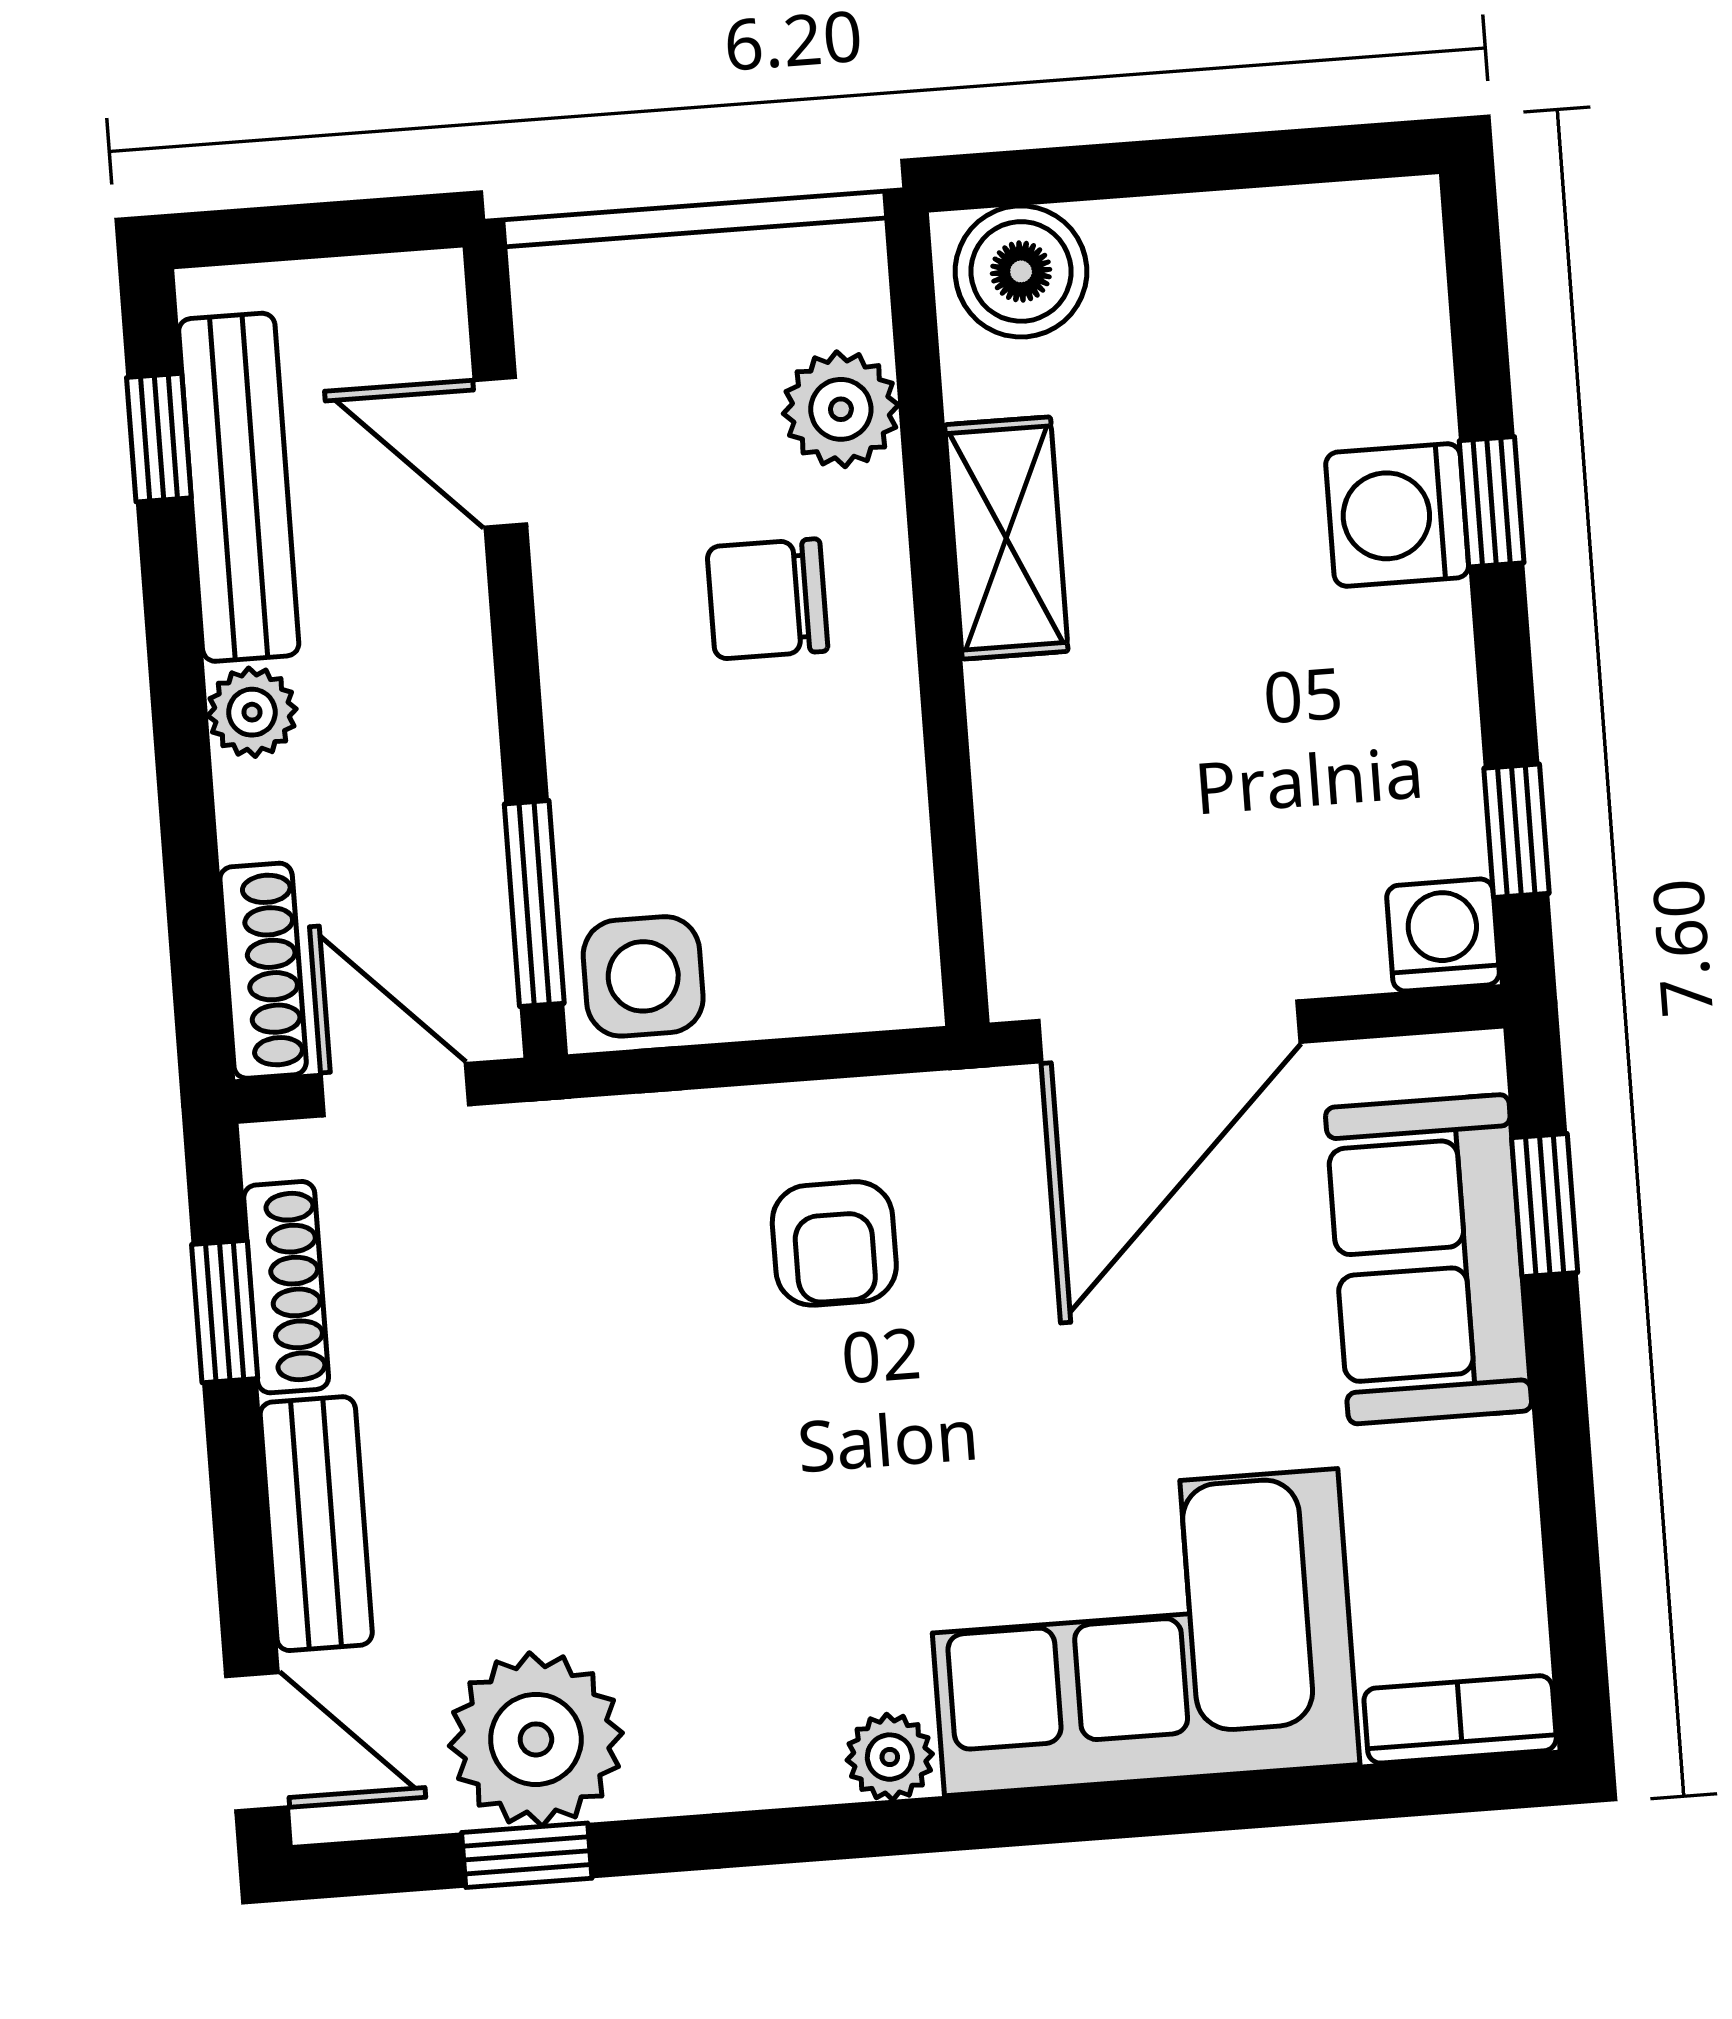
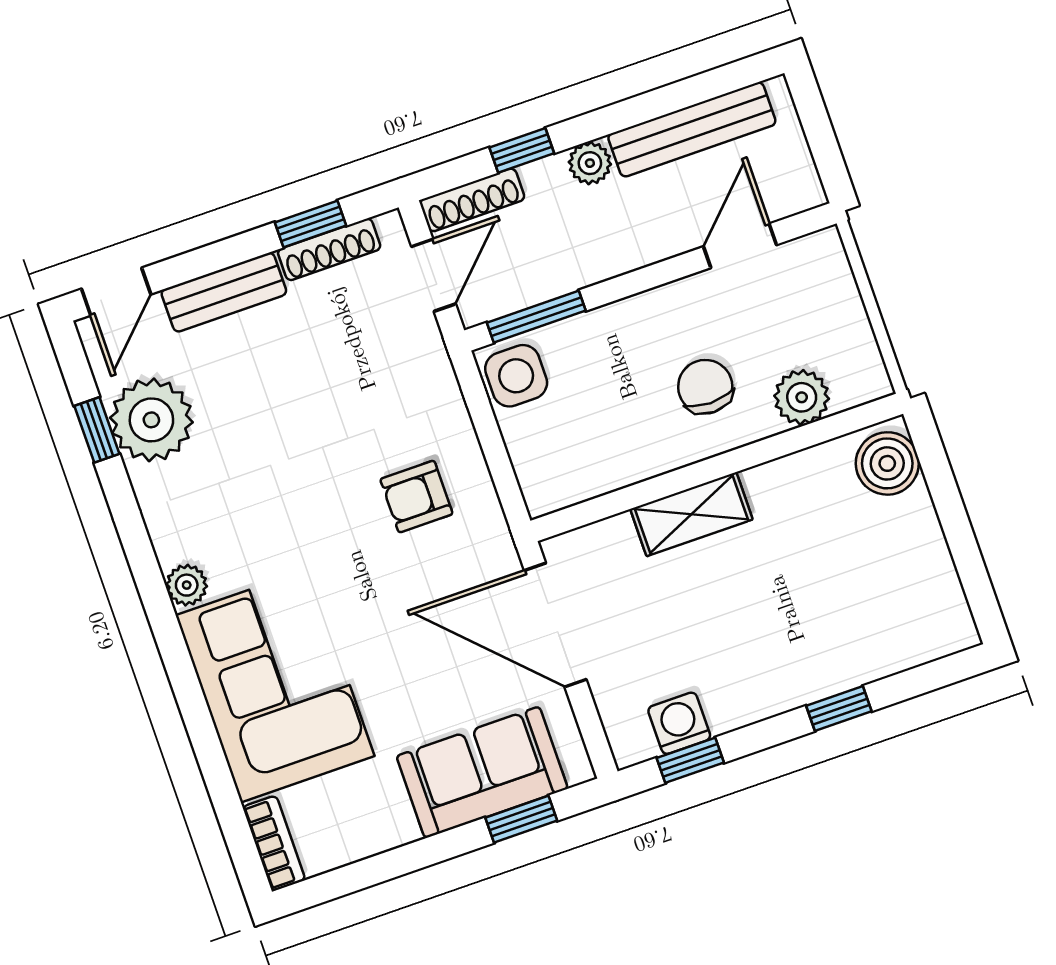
window: (159, 438) -> (522, 150), moved
washing machine: (1397, 515) -> (821, 667), removed
shelving: (1006, 538) -> (691, 514), moved
washing machine: (1443, 935) -> (679, 723), moved, turned -90

